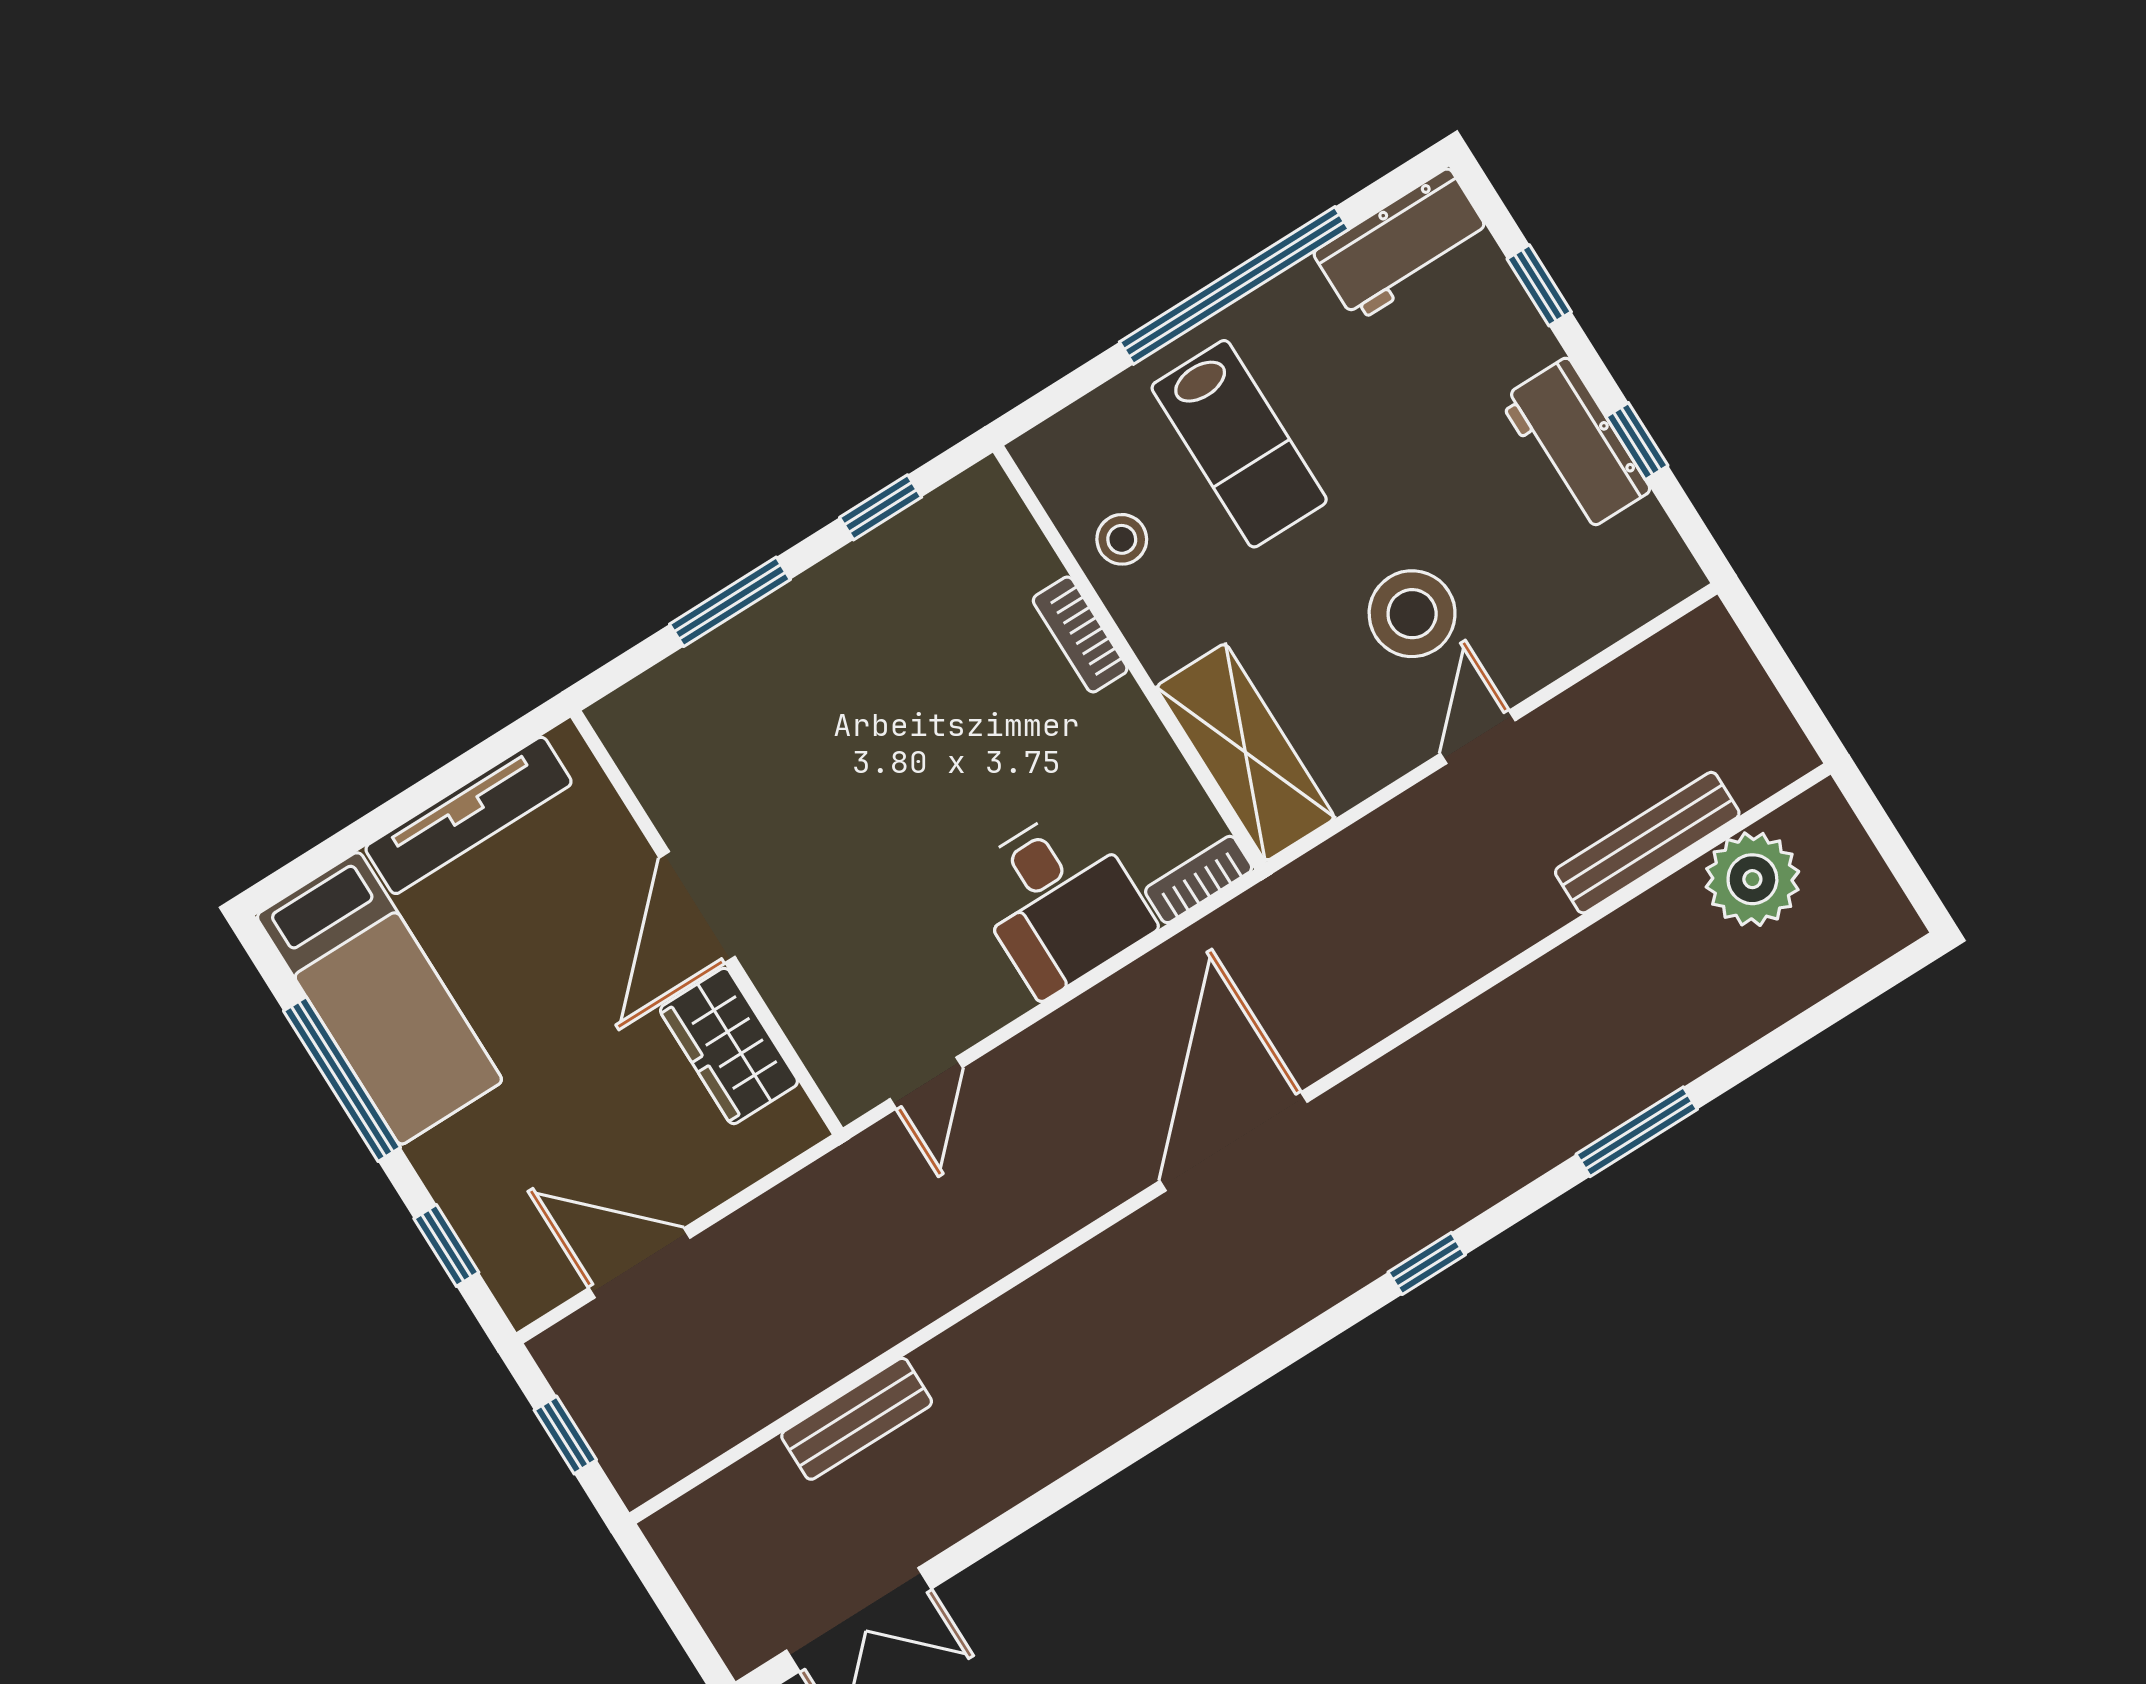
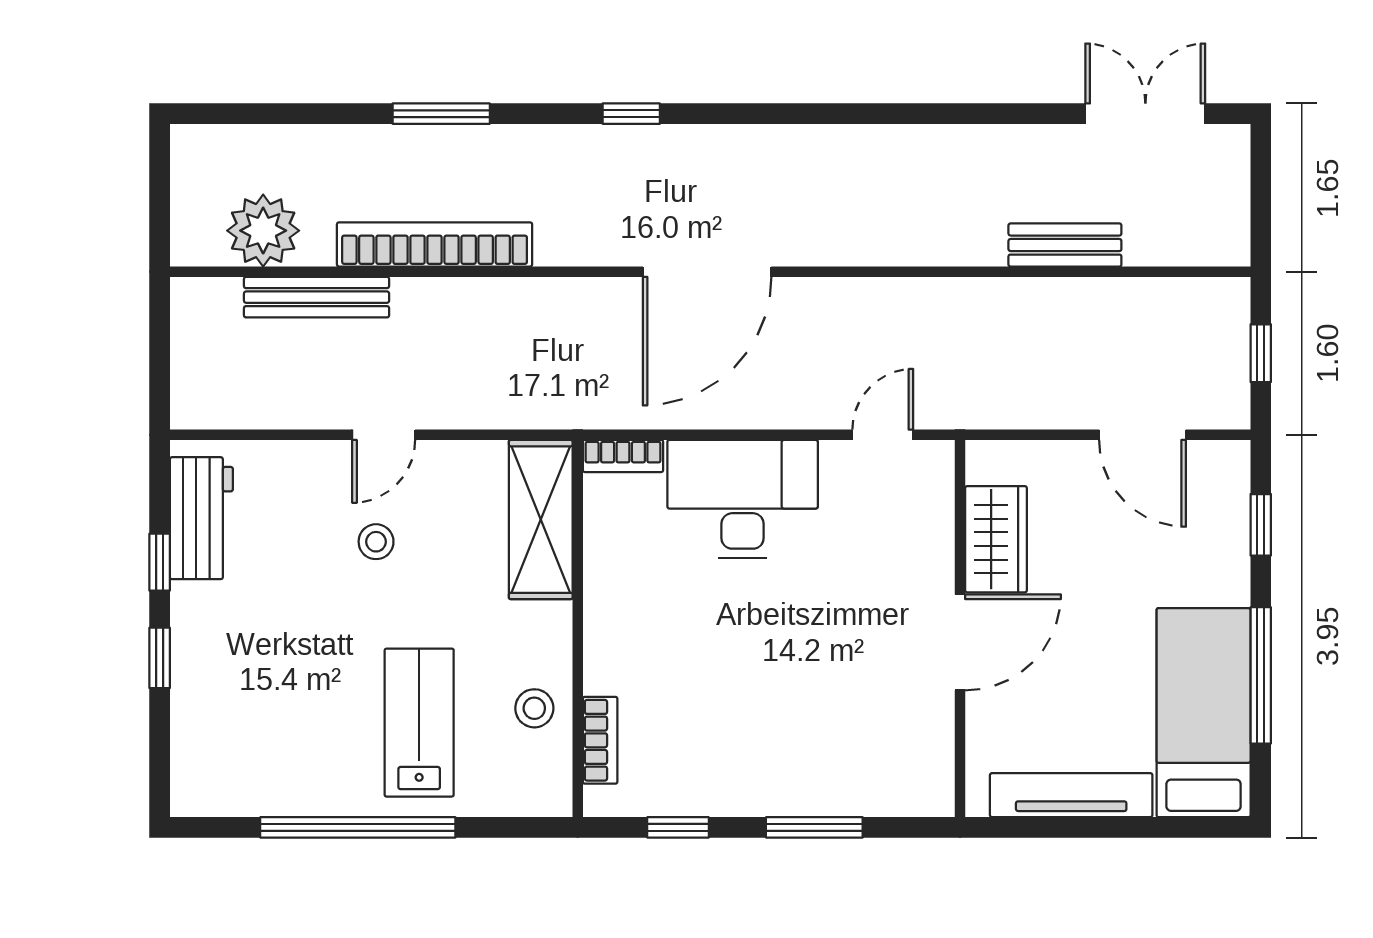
workbench: (1403, 245) -> (232, 785), removed
window: (1539, 285) -> (160, 658), moved
workbench: (1575, 445) -> (201, 518), moved
stool: (1412, 614) -> (376, 542), width x0.53, depth x0.53
bookcase: (1080, 634) -> (600, 740), moved
desk: (1059, 901) -> (743, 499), width x1.37
bookcase: (1553, 983) -> (435, 244), added

